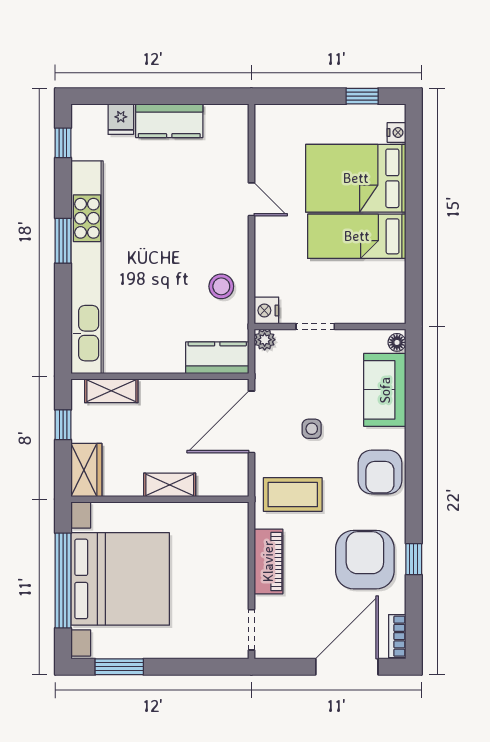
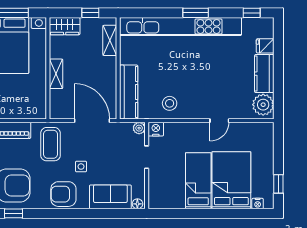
plant: (224, 123) -> (263, 105), added
kitchen counter: (217, 358) -> (129, 92), width x1.50
side table: (312, 429) -> (81, 167), moved

